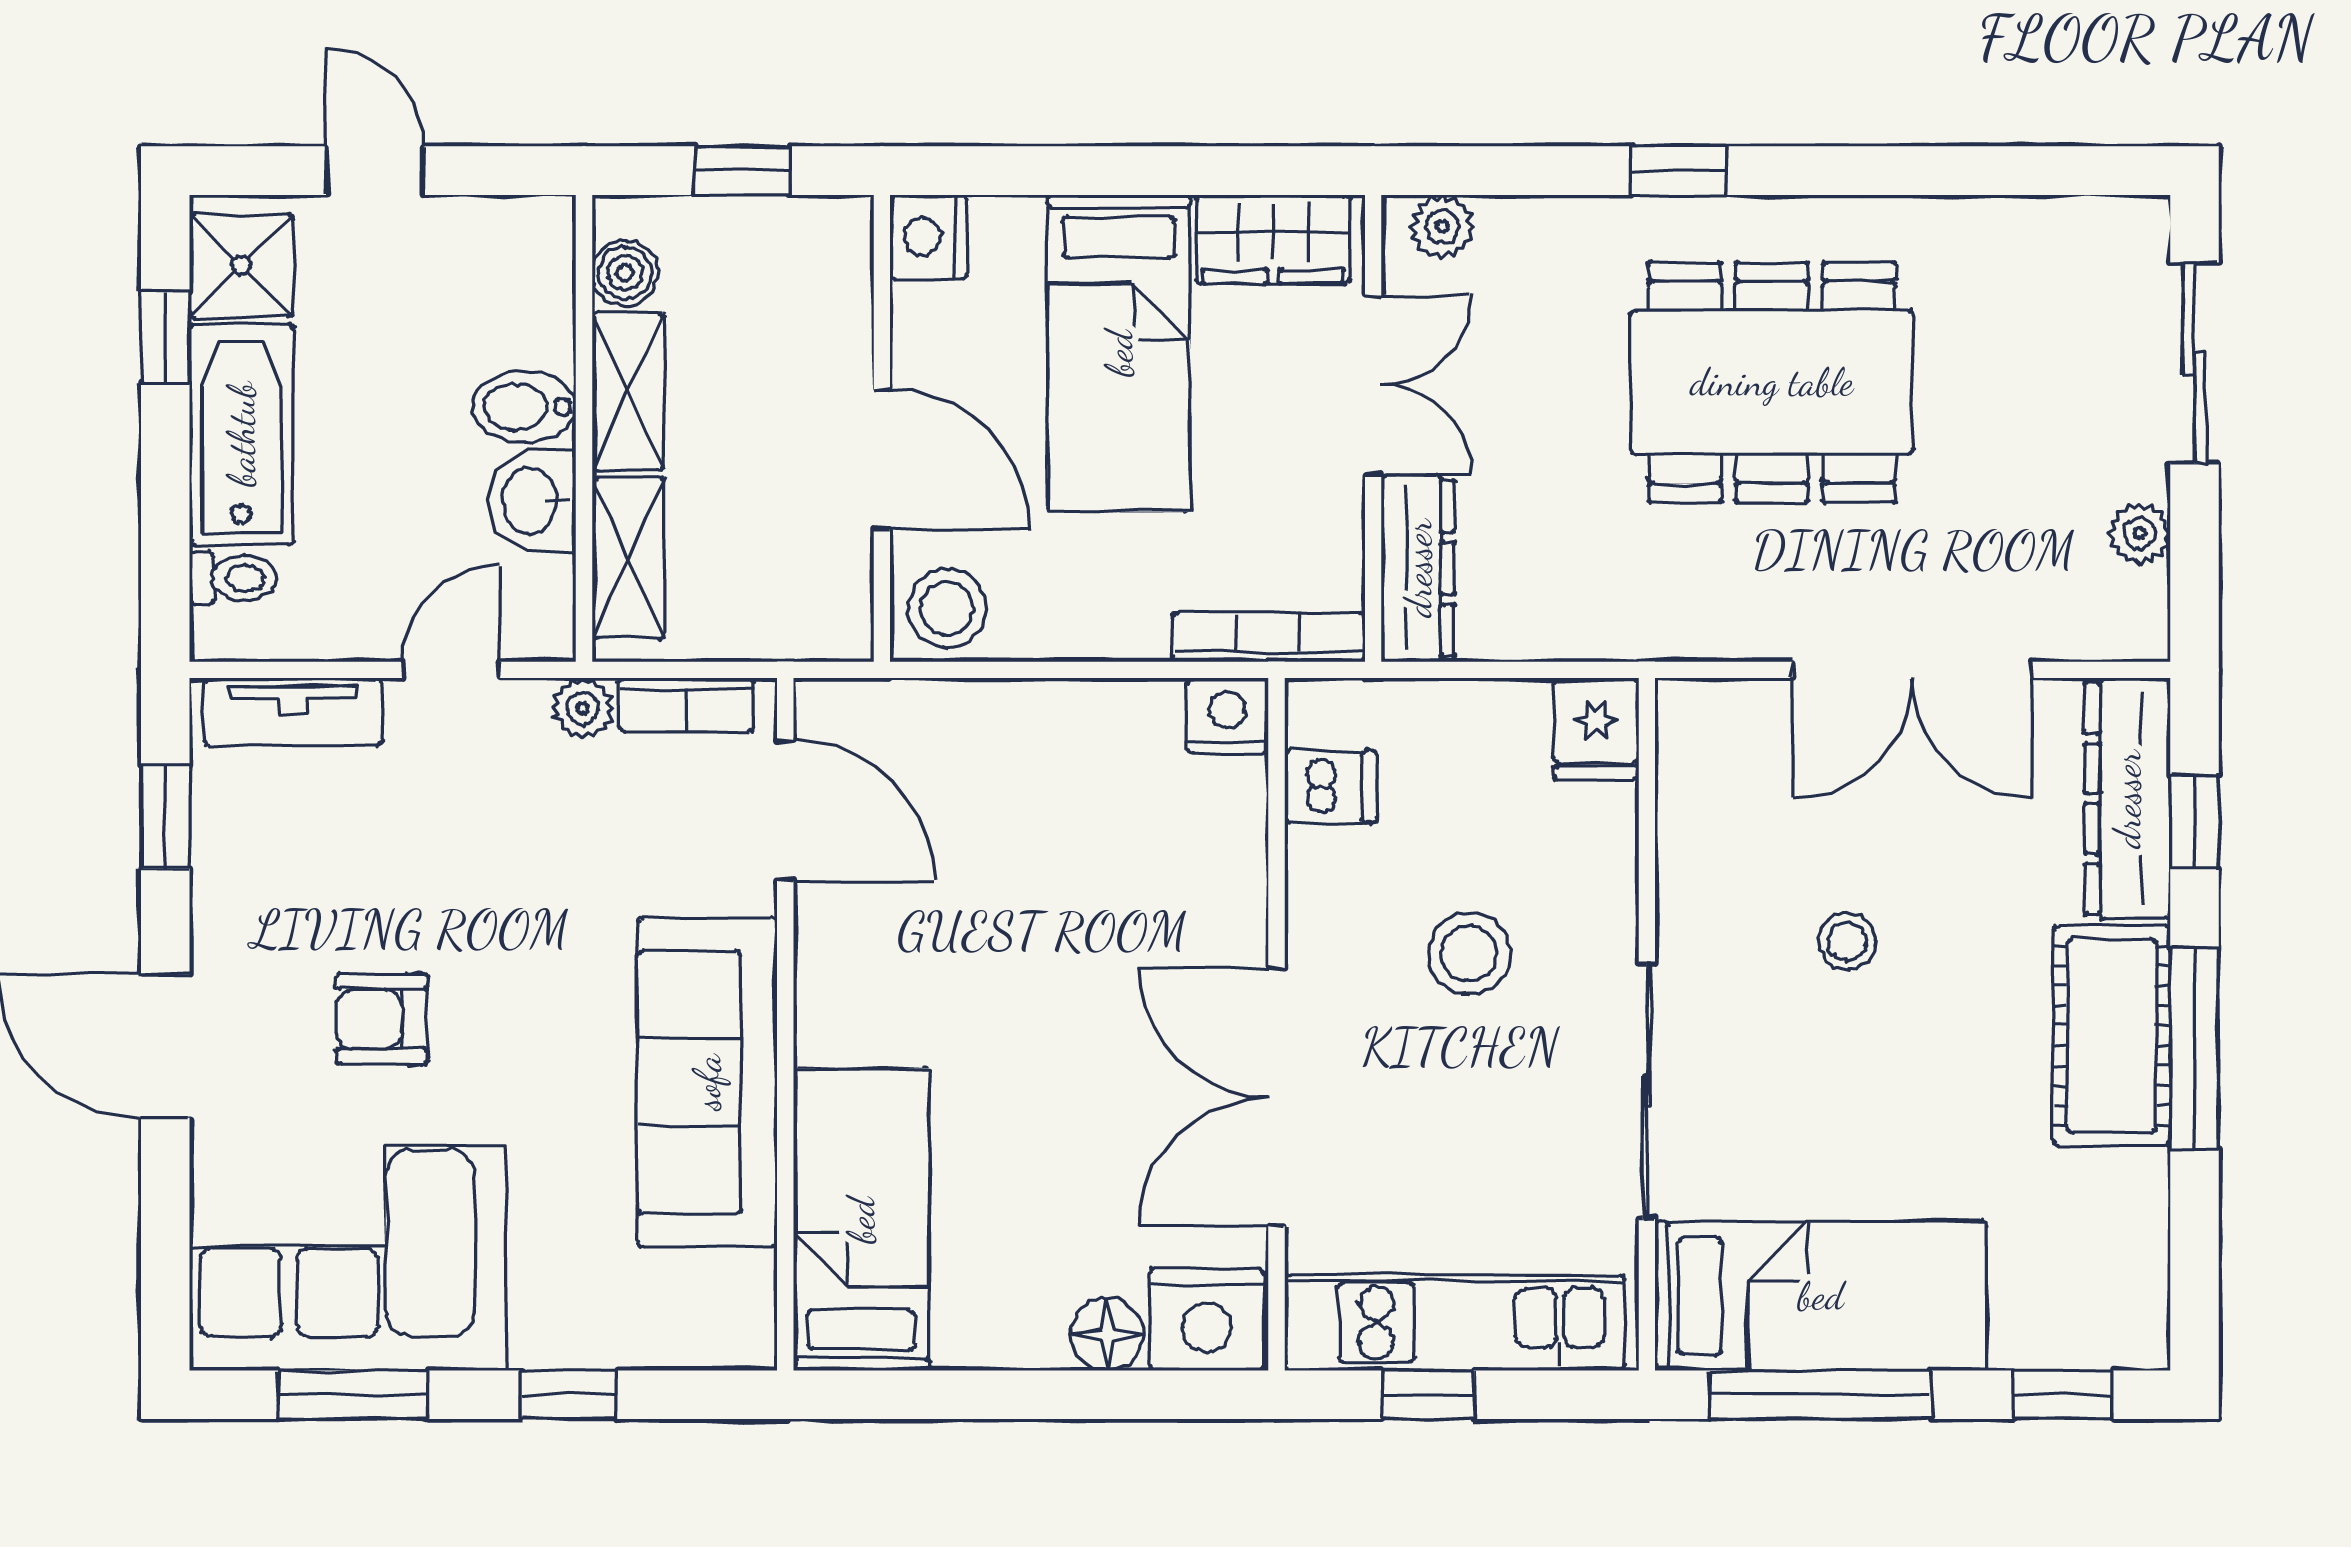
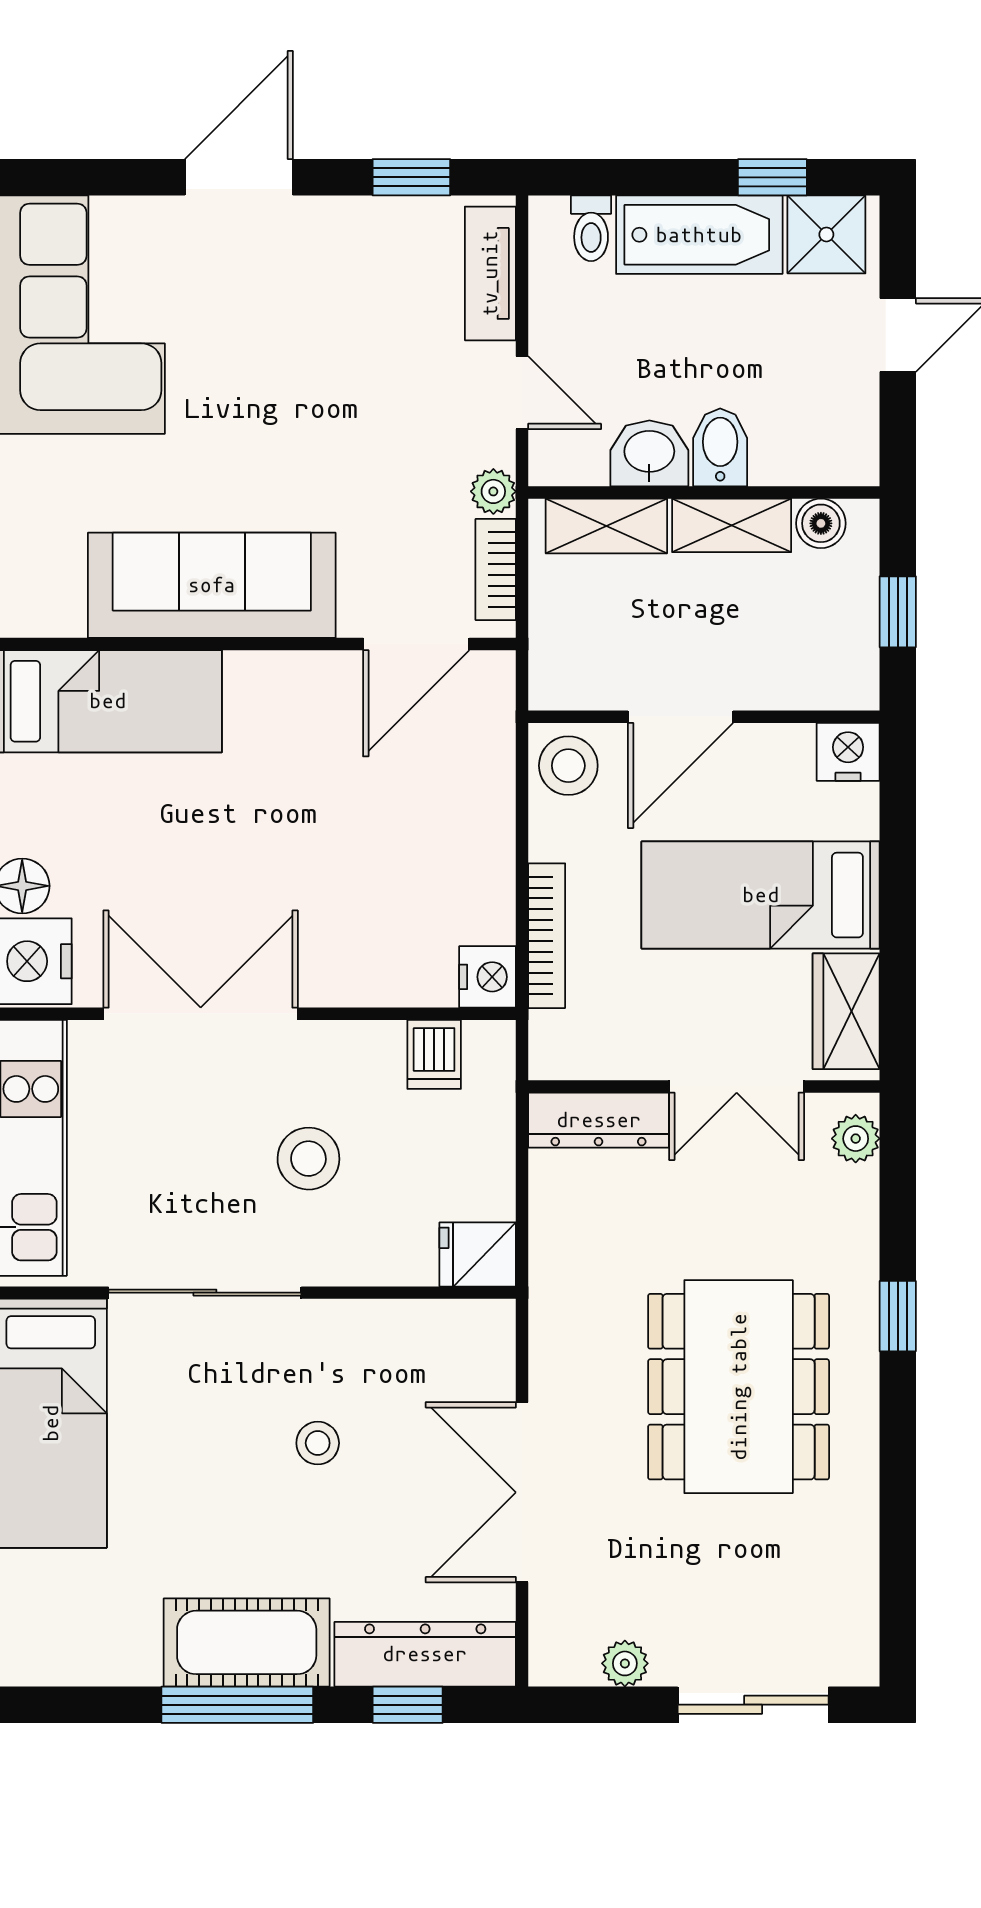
bookcase: (1269, 637) -> (547, 936), moved
armchair: (382, 1019) -> (259, 340), removed

